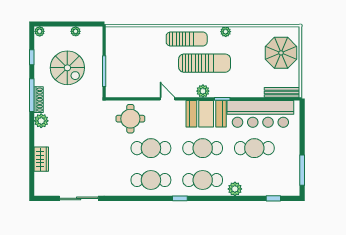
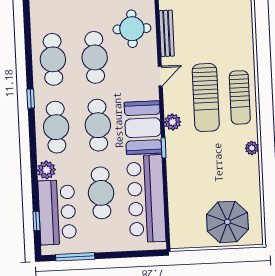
sun lounger: (205, 63) -> (206, 98), moved
bench: (282, 92) -> (167, 33), moved
bar counter: (267, 182) -> (57, 212), added

